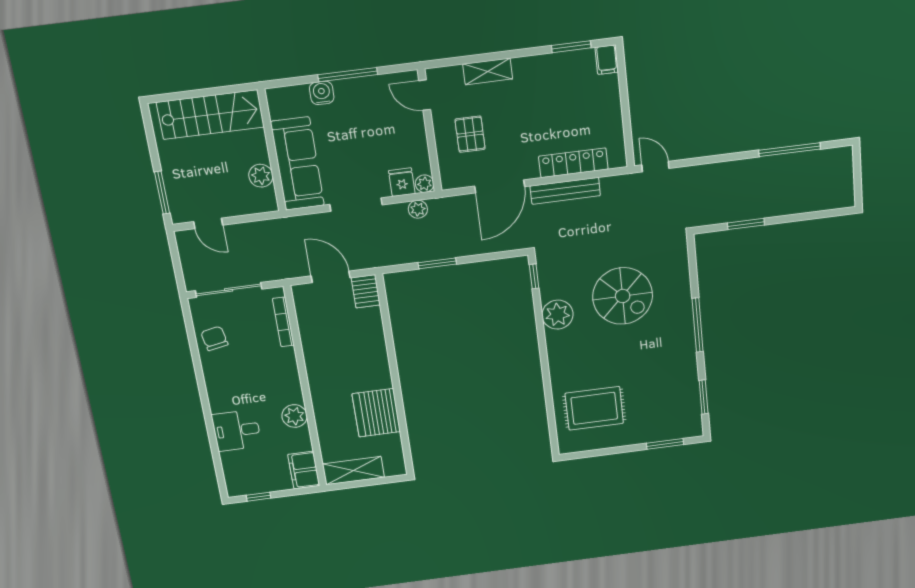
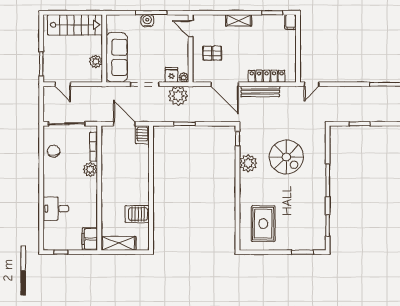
shelving: (488, 71) -> (239, 20), moved
water cooler: (322, 93) -> (147, 21), moved
pallet: (470, 134) -> (212, 53), turned 90
door: (655, 167) -> (312, 84), swing flipped
door: (500, 186) -> (225, 84), hinge flipped
plant: (418, 209) -> (178, 96), width x1.88, depth x1.88
rug: (594, 408) -> (263, 224), turned 90
server rack: (376, 413) -> (137, 214), width x0.62
plant: (295, 416) -> (90, 169), moved

